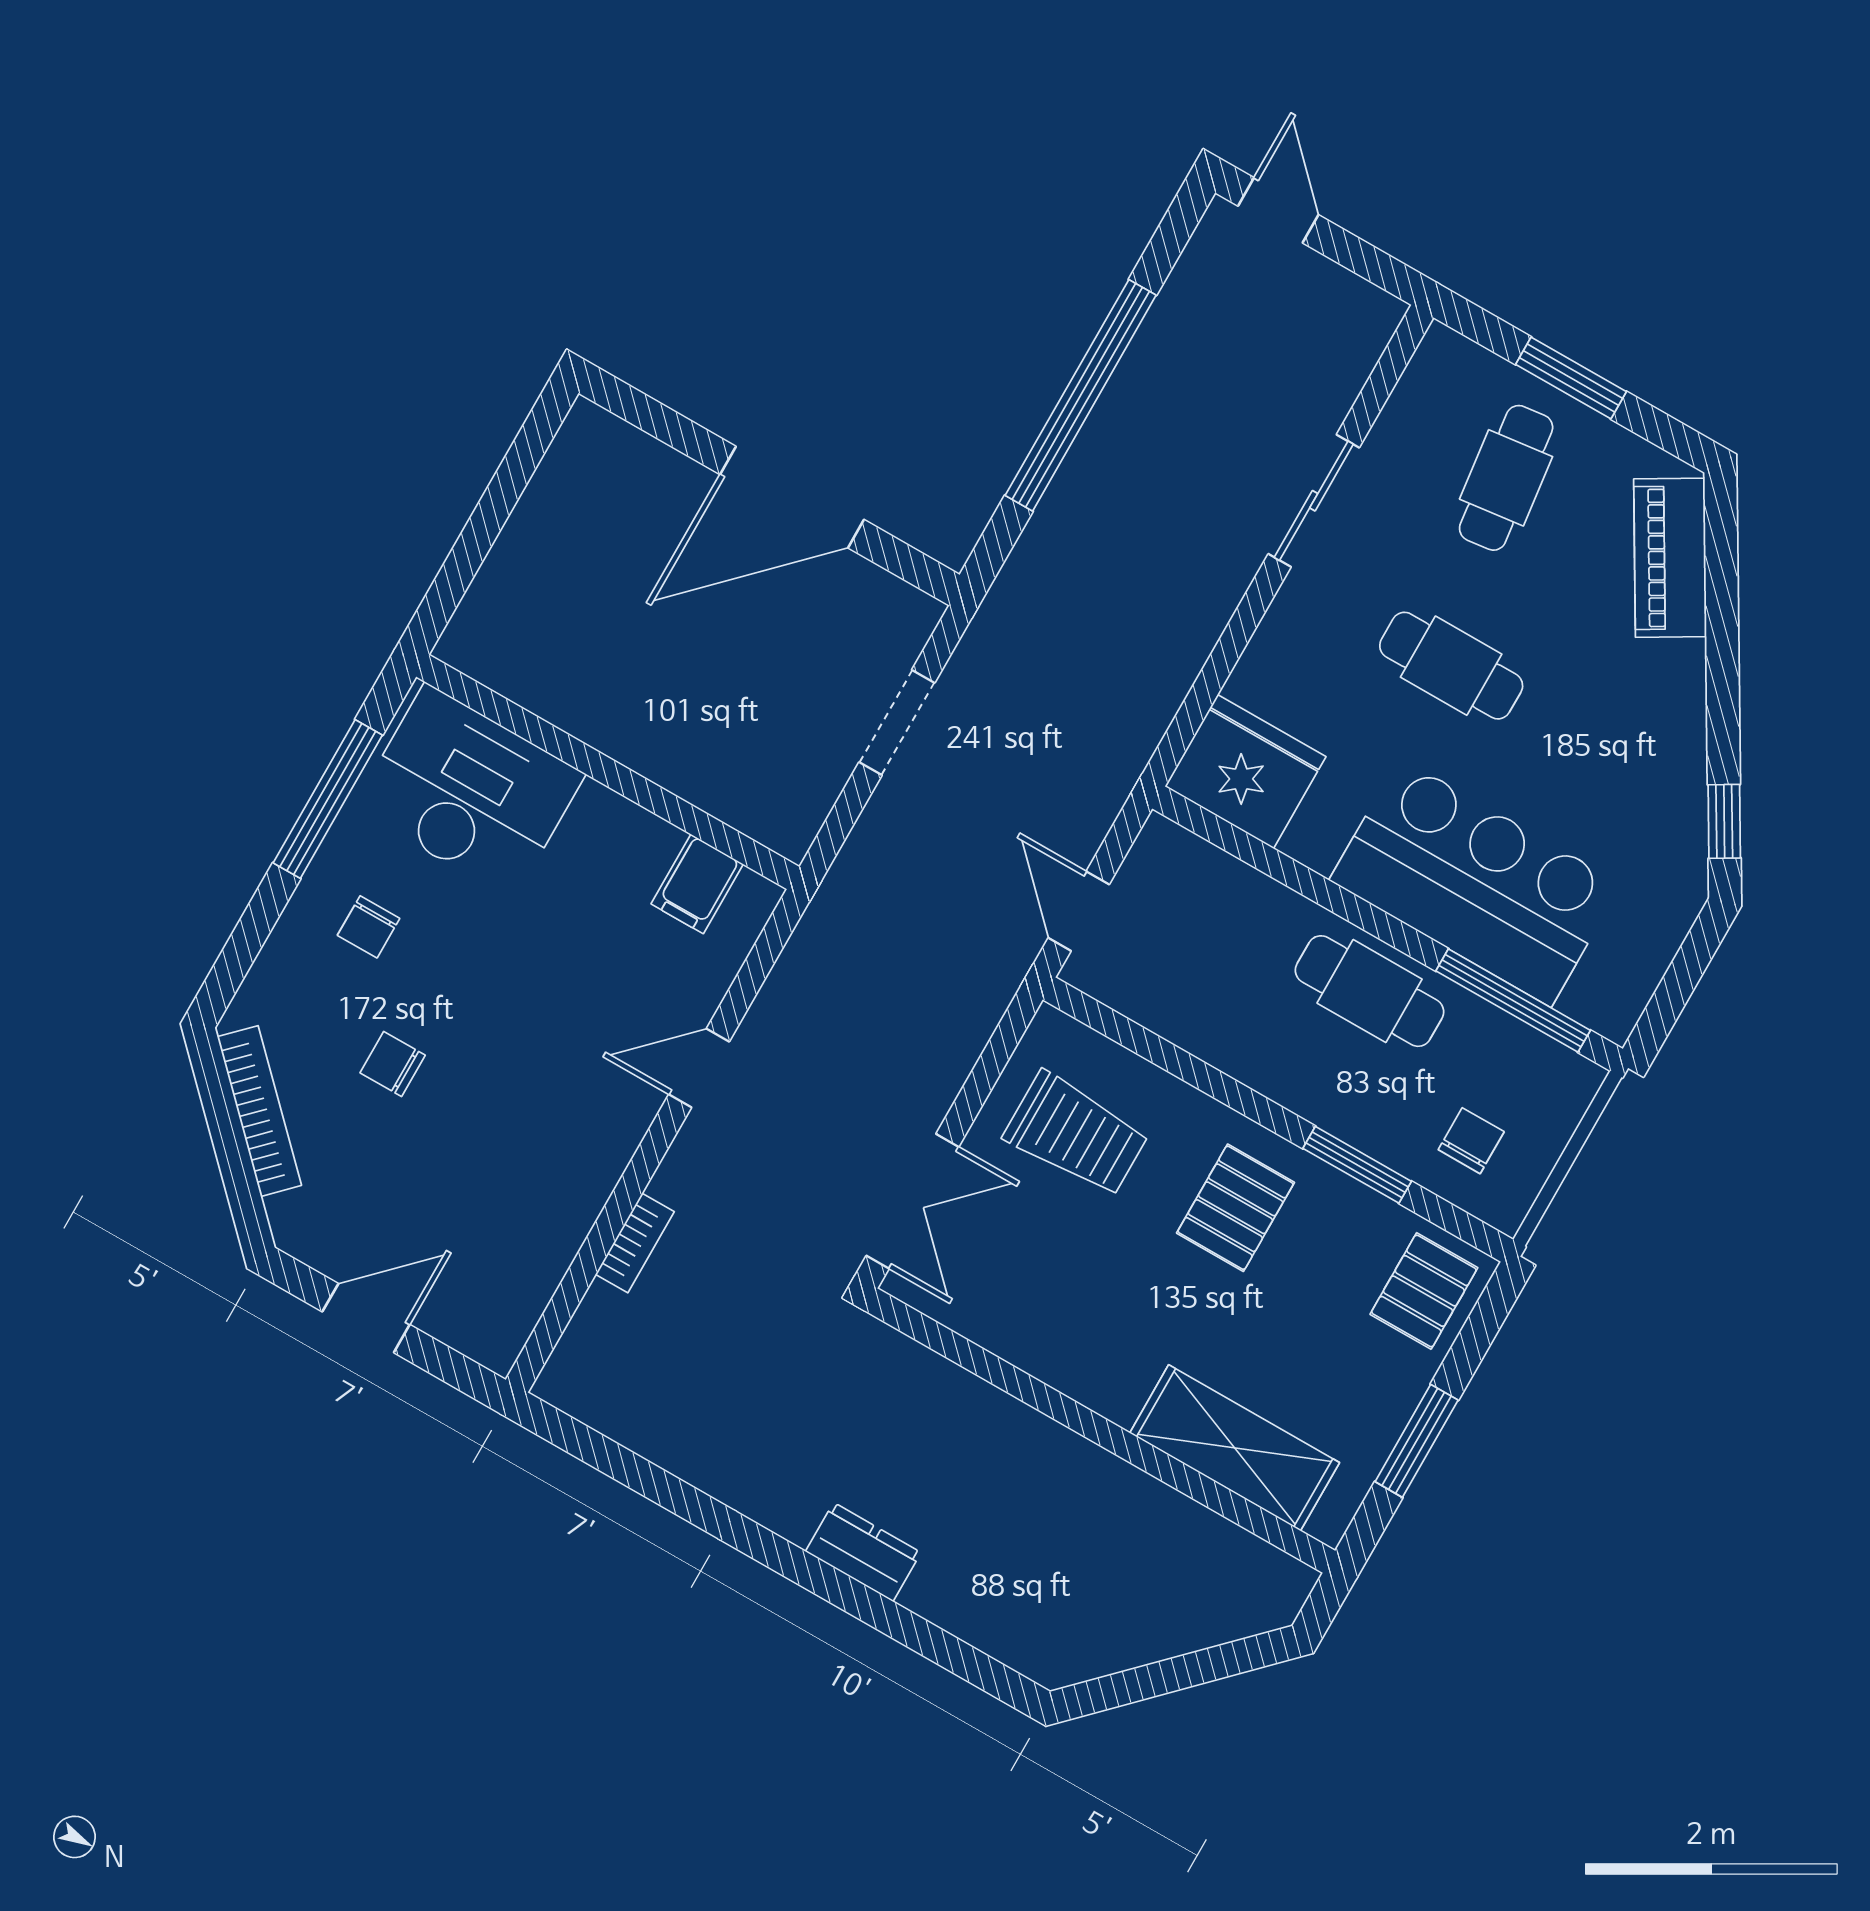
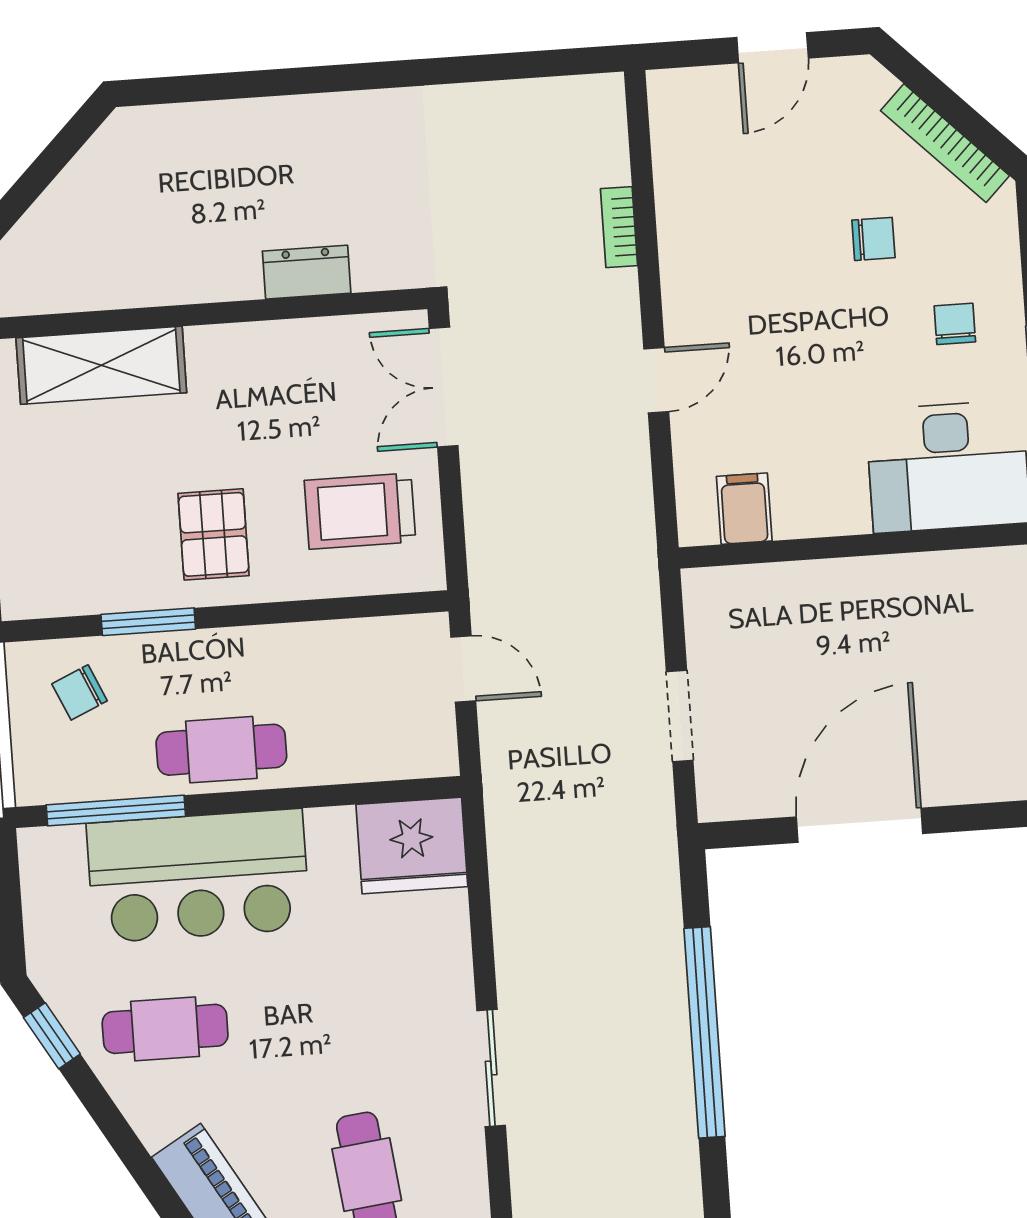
cafe table: (1451, 666) -> (165, 1029), moved
chair: (1471, 1141) -> (80, 692), turned 66
pallet: (1424, 1291) -> (42, 565), removed
dresser: (863, 1552) -> (307, 272), moved, turned 180

